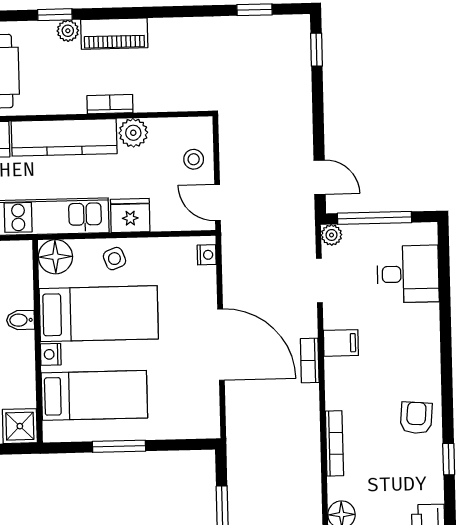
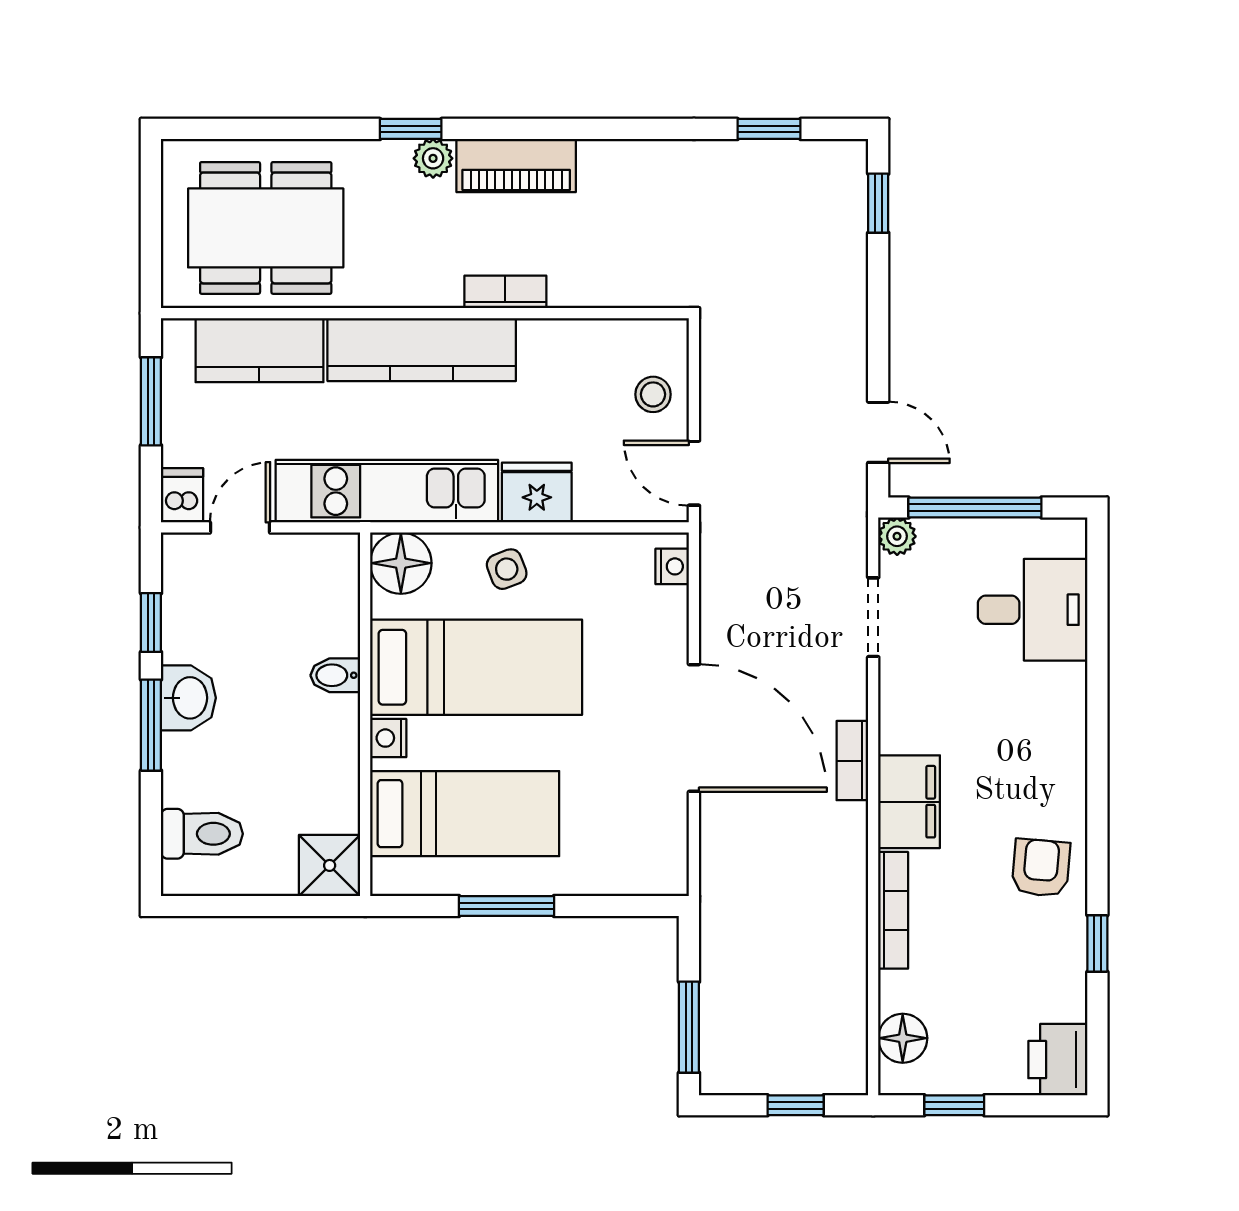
plant: (133, 133) -> (546, 344), removed
filing cabinet: (341, 343) -> (909, 802), moved, width x2.00

